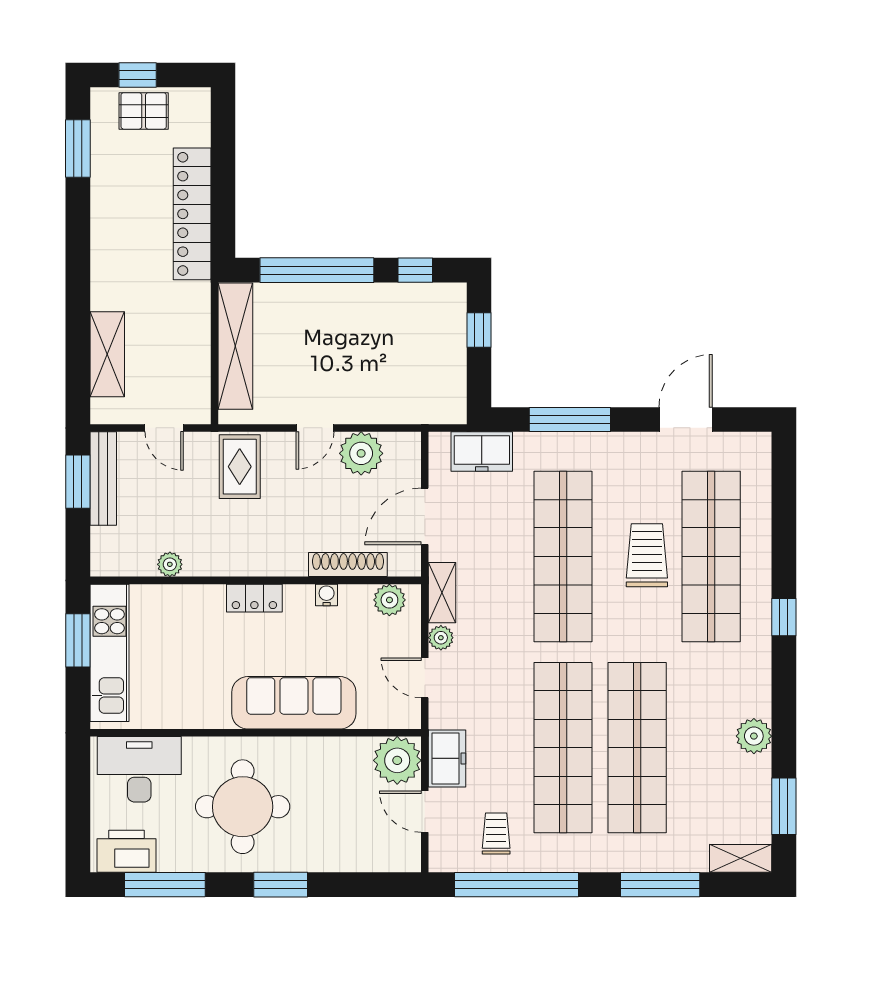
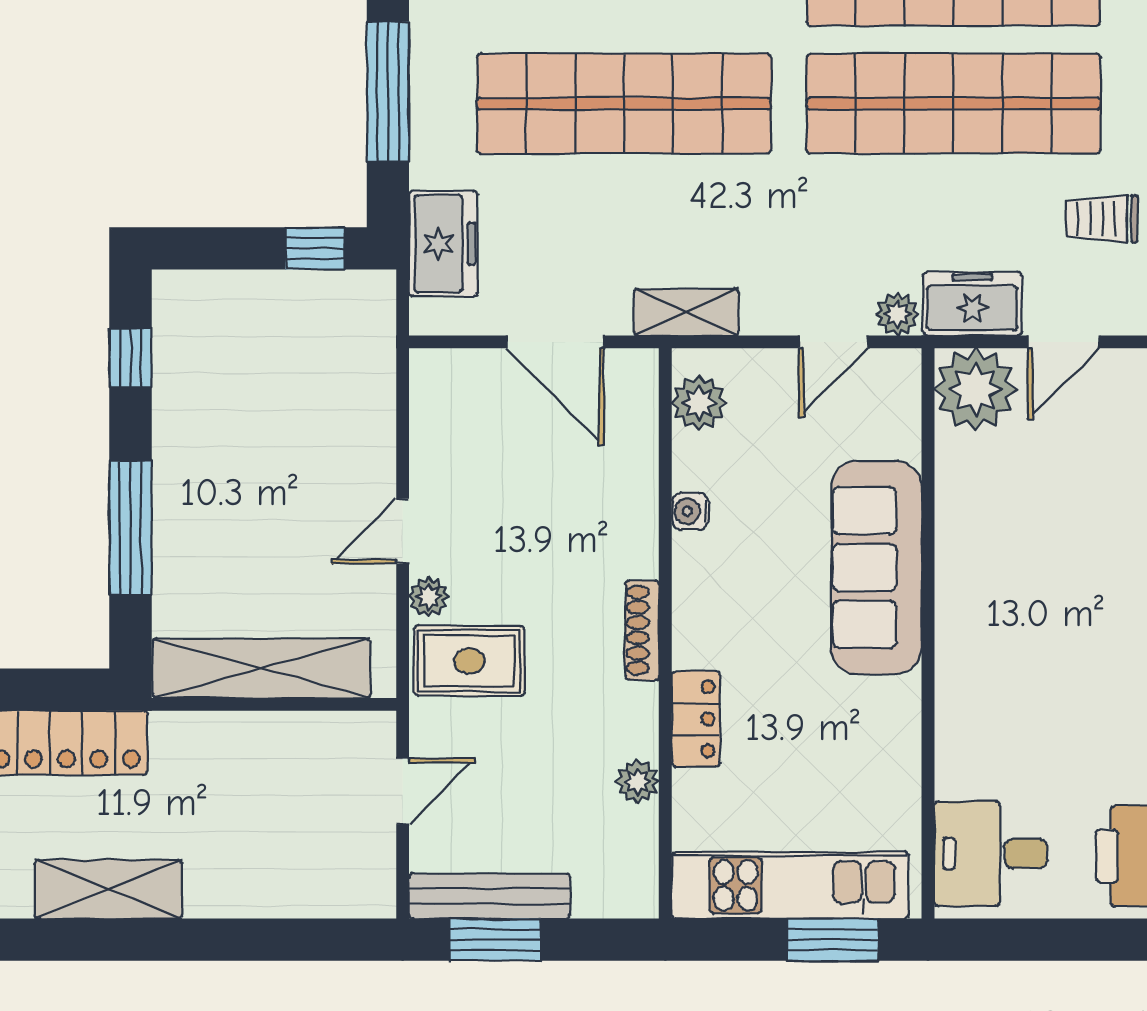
window: (317, 270) -> (130, 528), width x0.68
window: (479, 330) -> (315, 248), moved
shelving: (107, 354) -> (108, 889), moved
door: (315, 428) -> (403, 531), swing flipped
plant: (361, 453) -> (429, 597), moved, width x0.53, depth x0.53
shoe rack: (348, 565) -> (642, 630), moved, width x0.74, depth x0.81
locker: (254, 598) -> (696, 719), moved
plant: (441, 638) -> (897, 314), moved
window: (78, 640) -> (832, 940), moved
desk: (139, 769) -> (991, 854), width x0.73
round table: (243, 807) -> (1055, 656), removed

